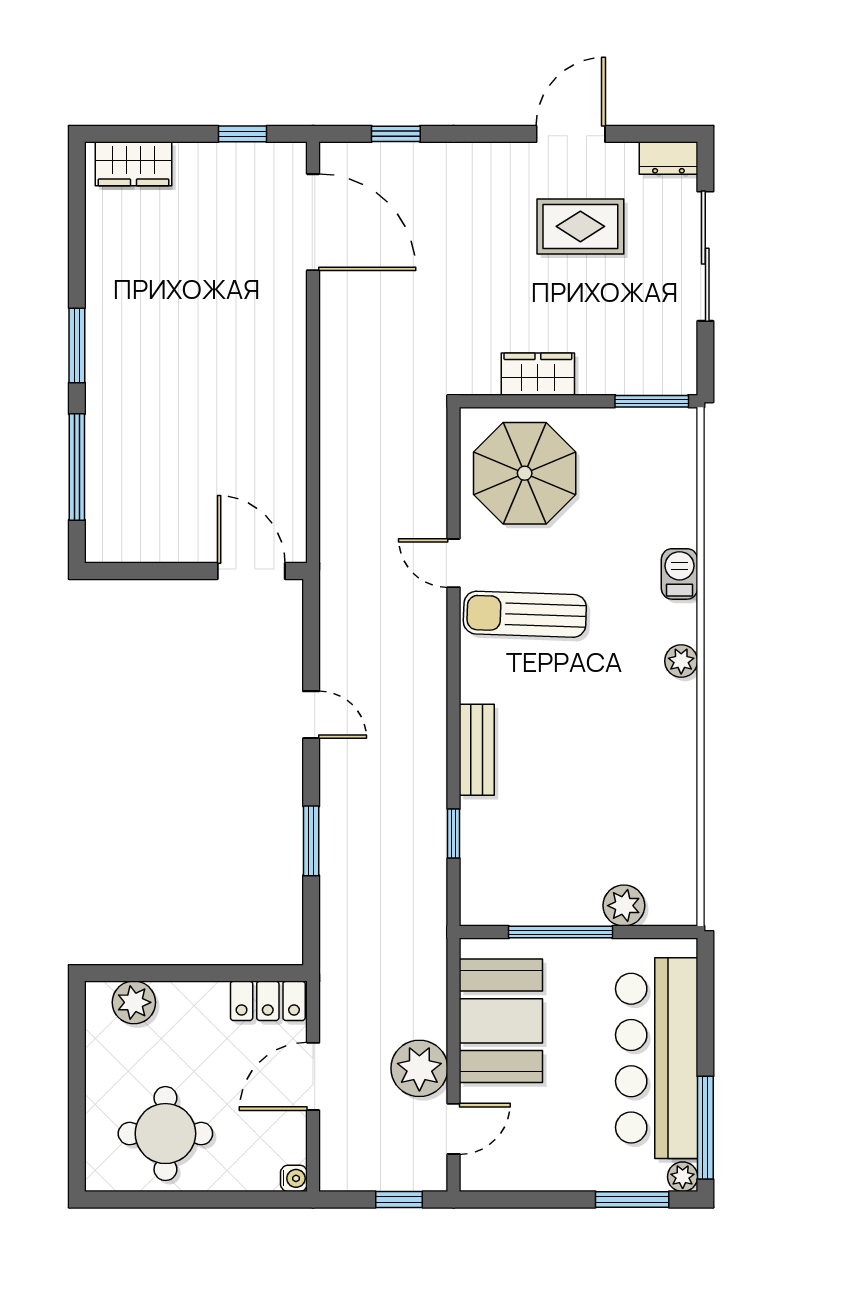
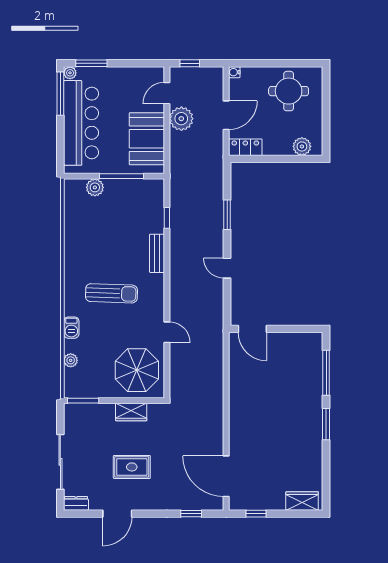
rug: (580, 226) -> (132, 467), moved
sun lounger: (525, 614) -> (111, 293), moved
plant: (681, 661) -> (71, 360), moved

